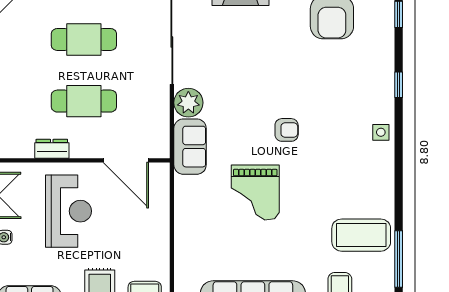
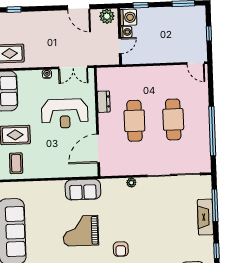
plant: (188, 103) -> (131, 183), width x0.53, depth x0.53
sofa: (190, 147) -> (83, 190), moved

